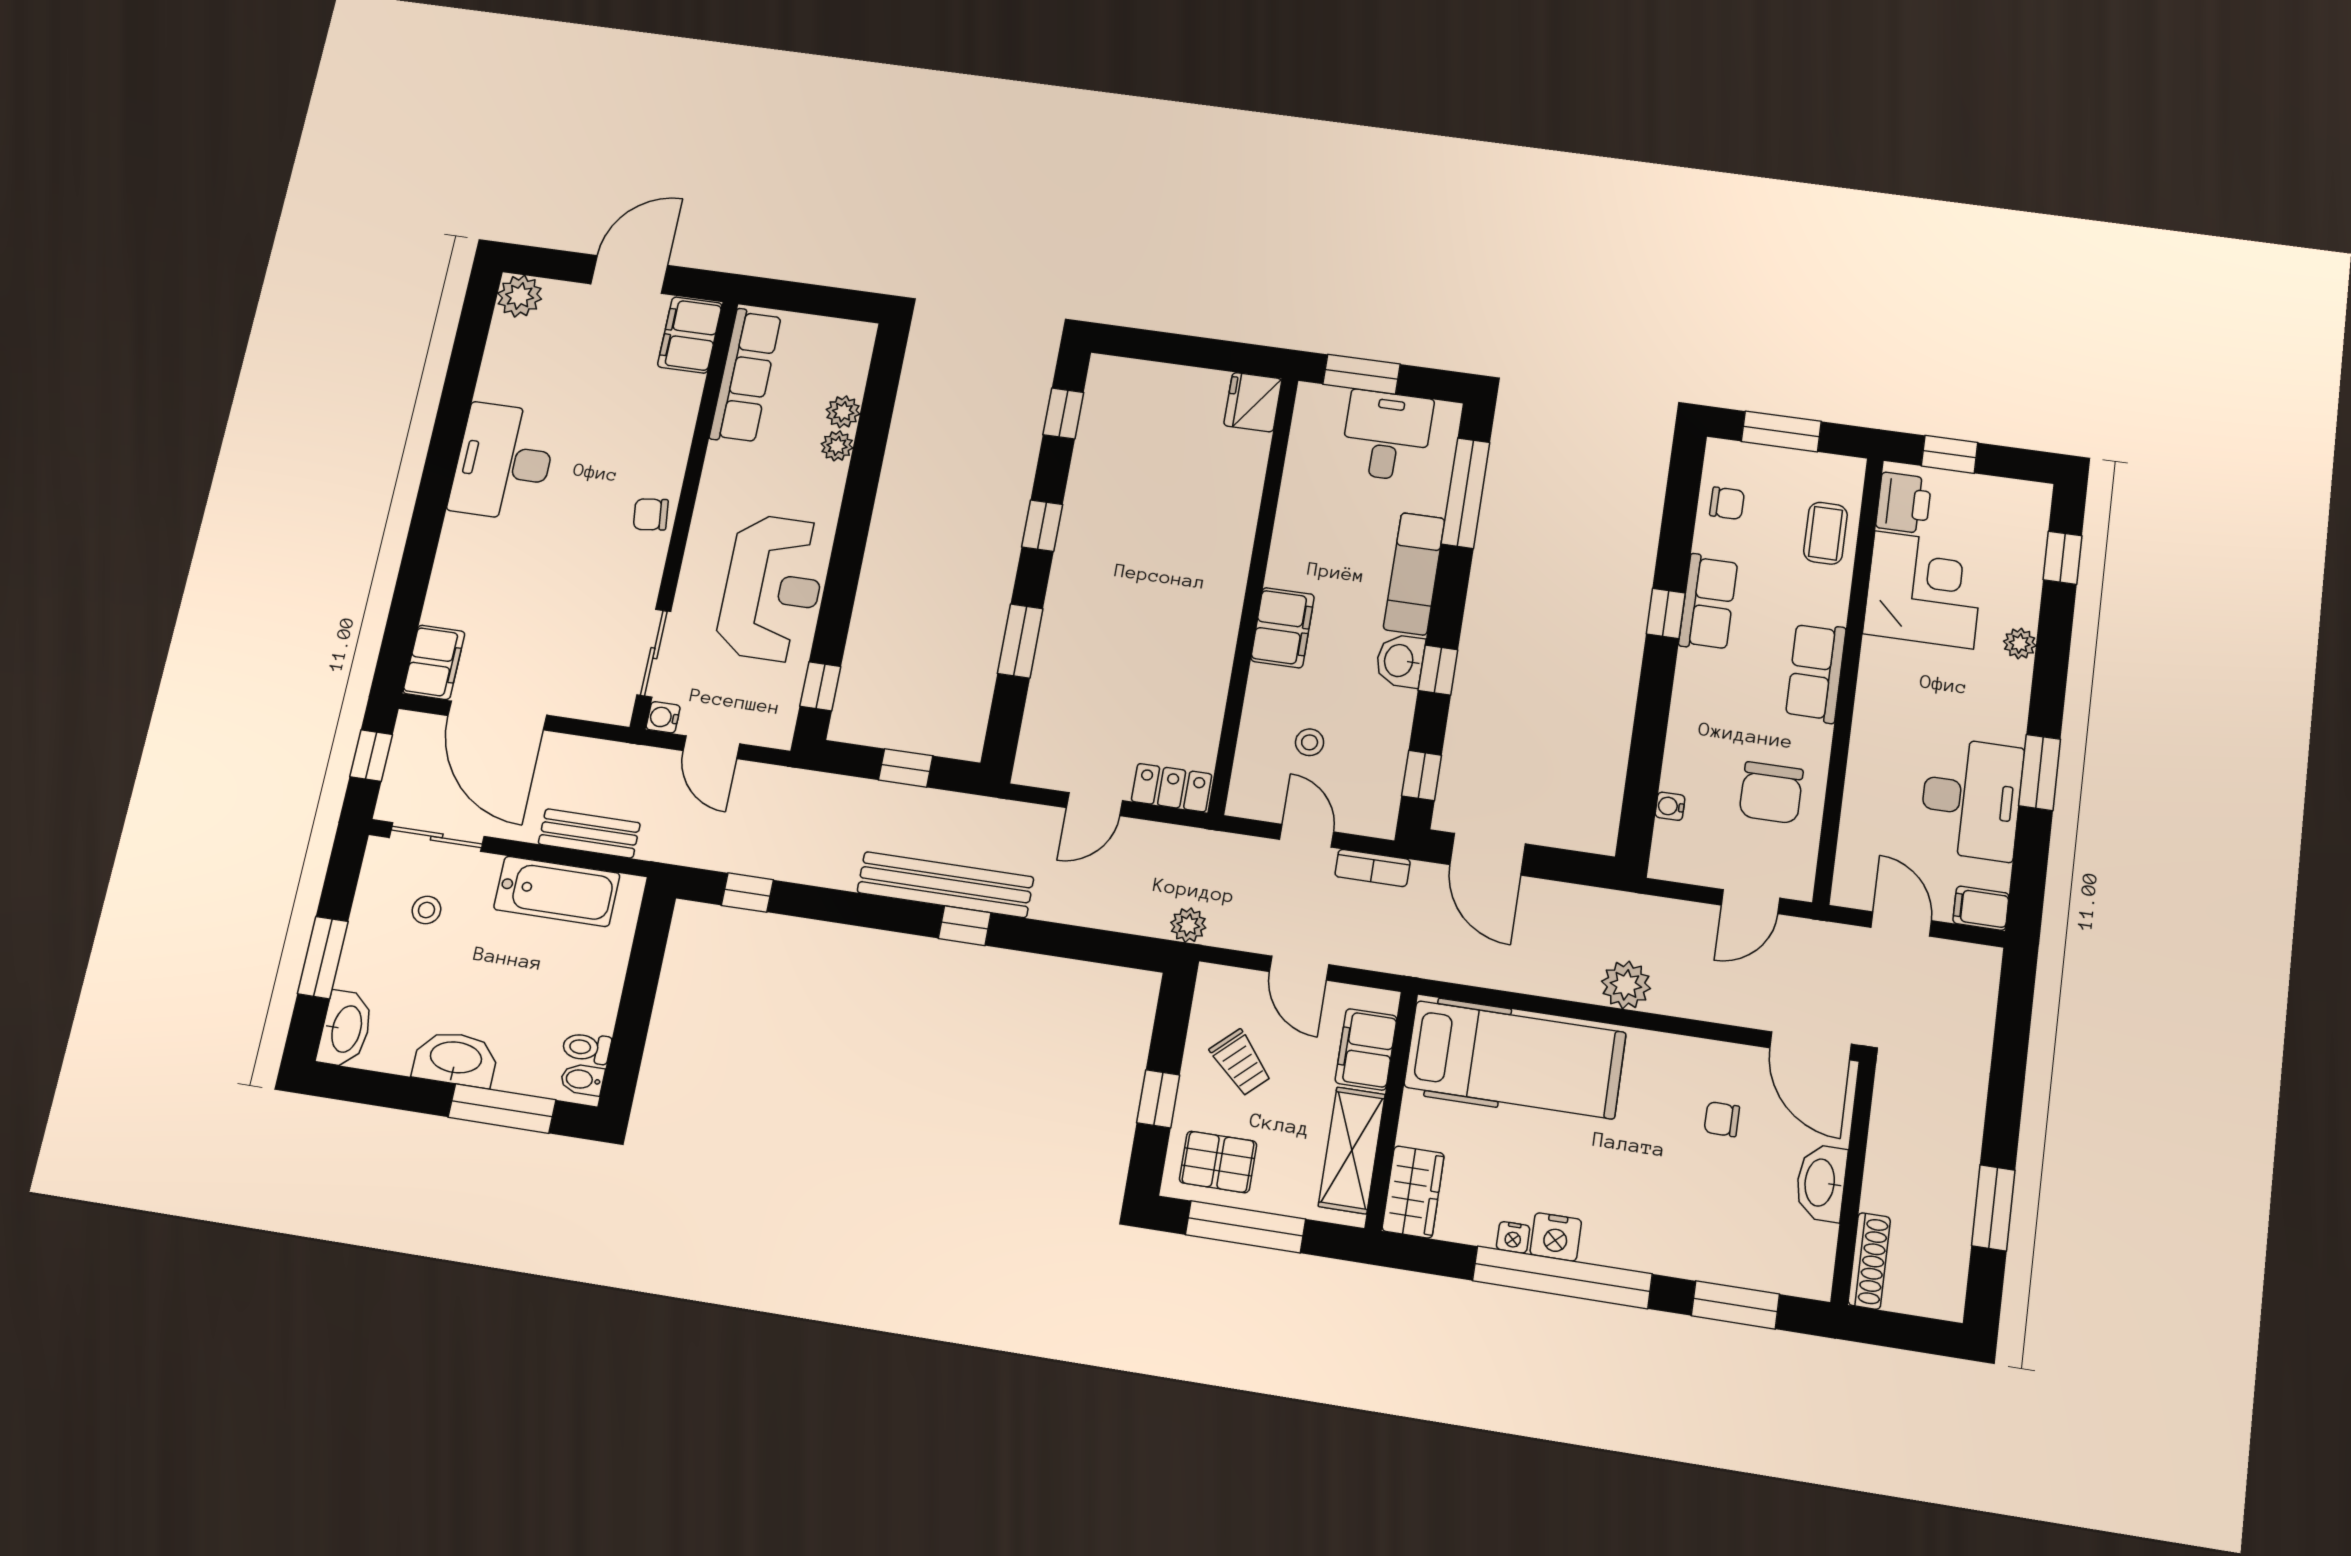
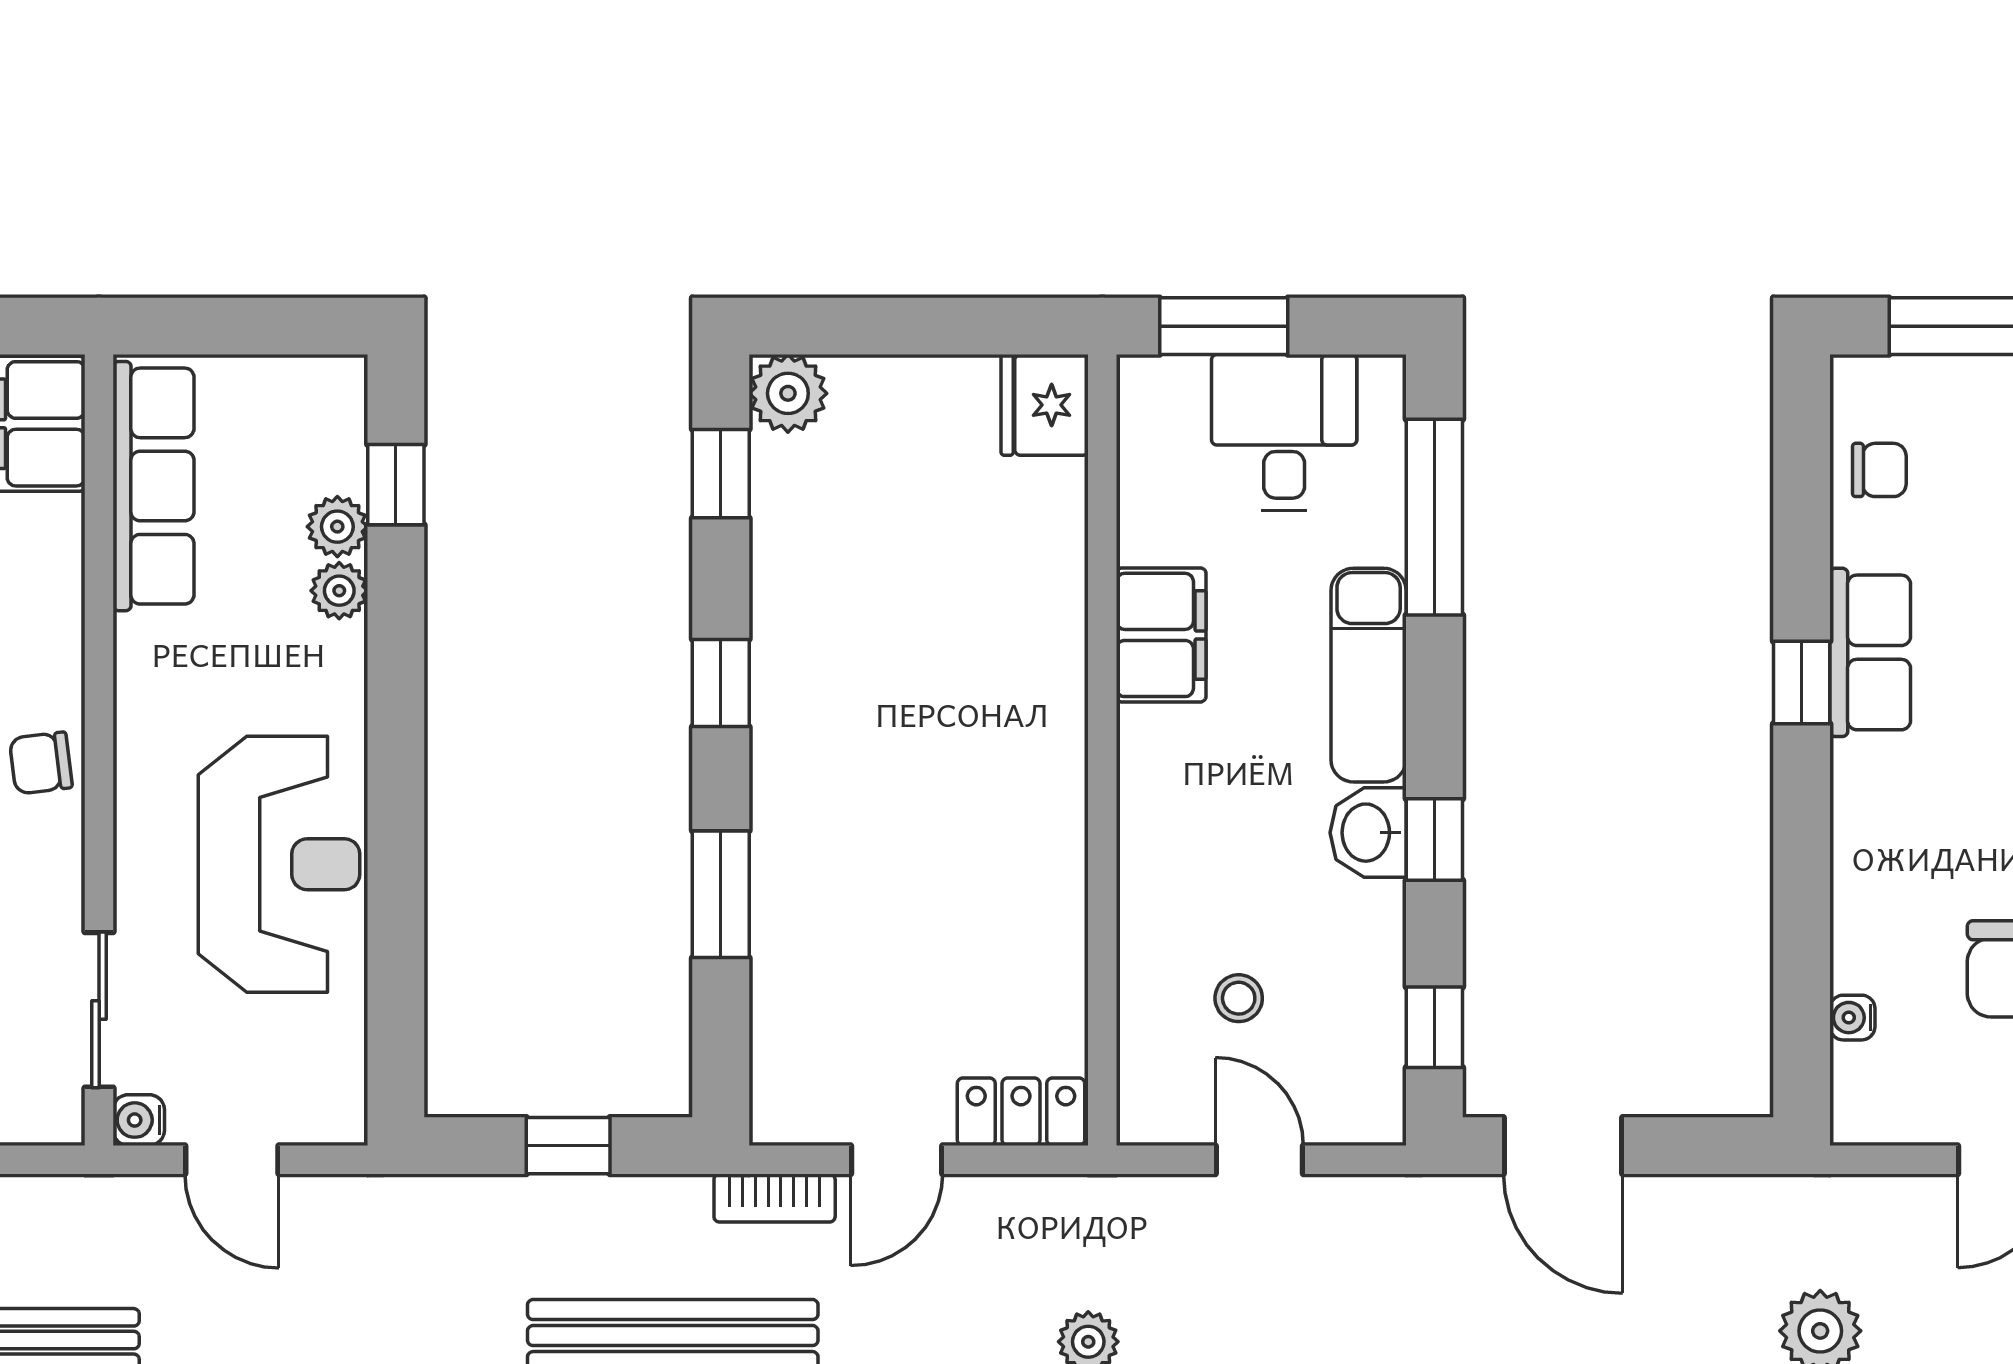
plant: (1109, 376) -> (788, 393), added
filing cabinet: (1282, 628) -> (1161, 635), moved
window: (820, 686) -> (396, 485), moved
bookcase: (1373, 868) -> (775, 1198), moved

